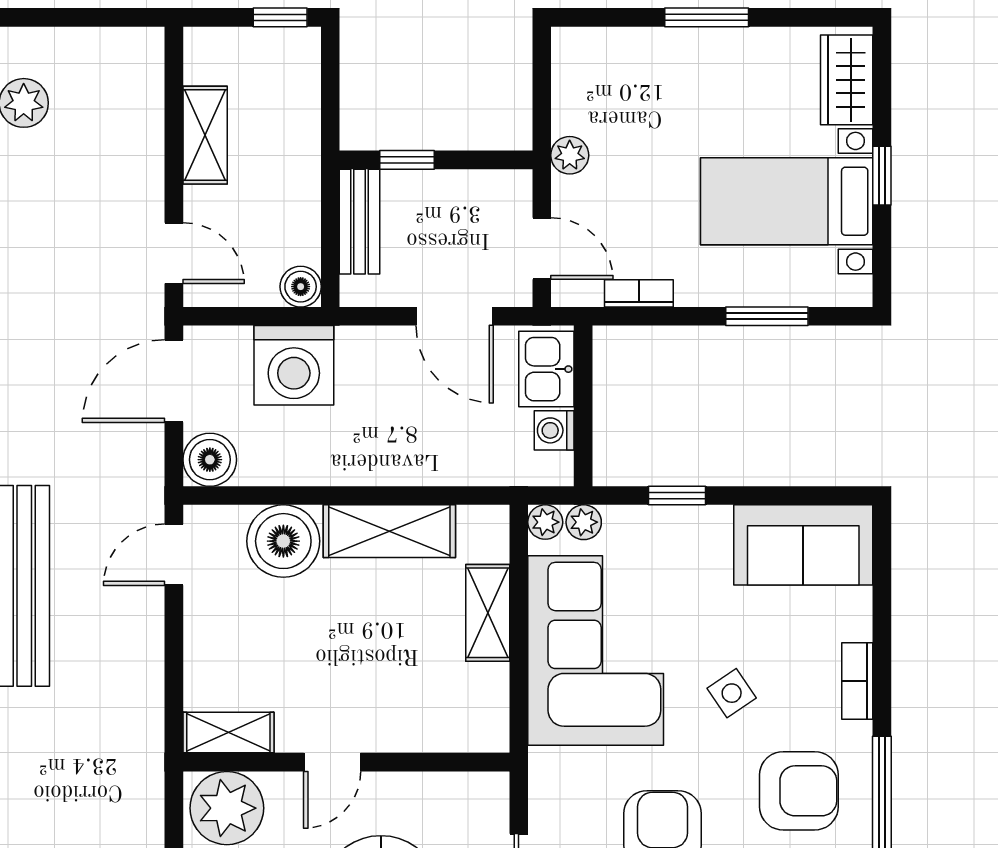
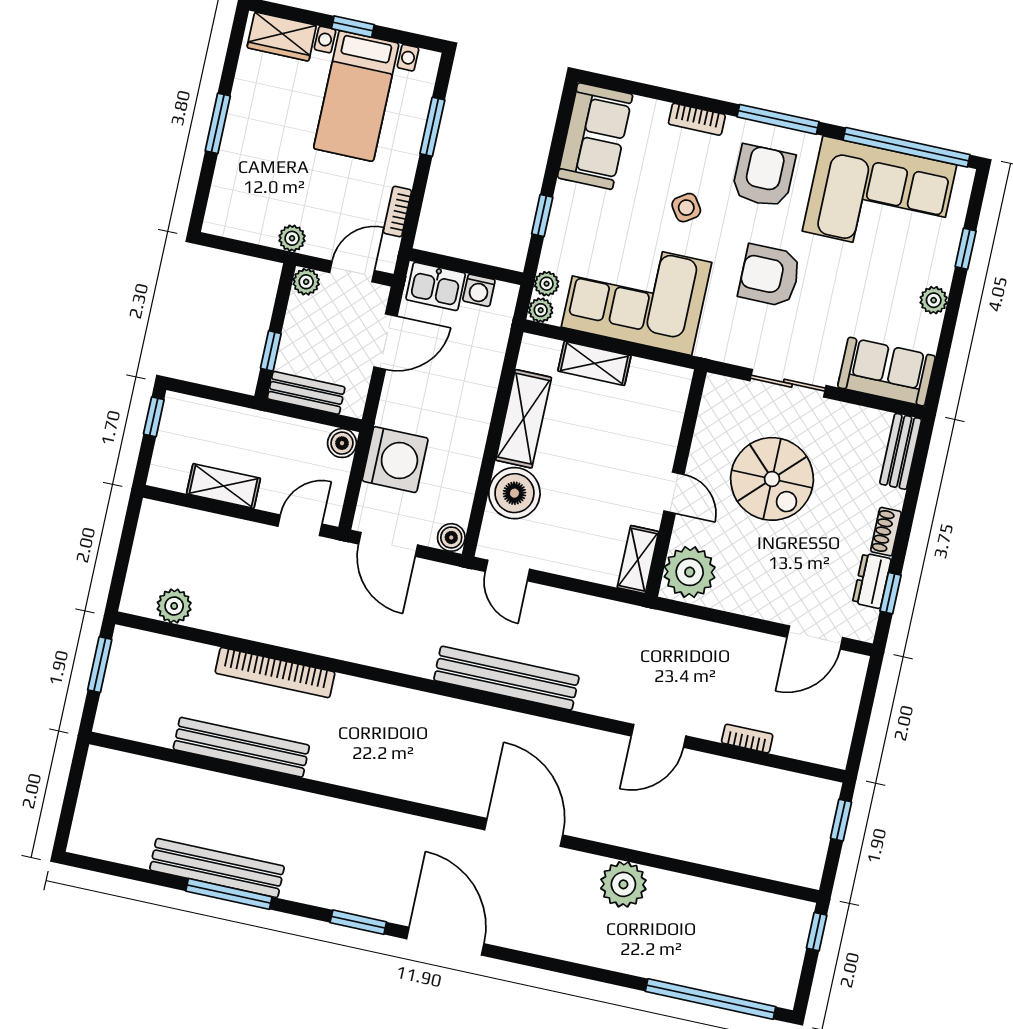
plant: (514, 188) -> (306, 282), added
boiler: (210, 460) -> (451, 537), width x0.73, depth x0.73

